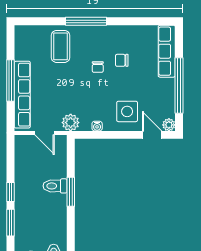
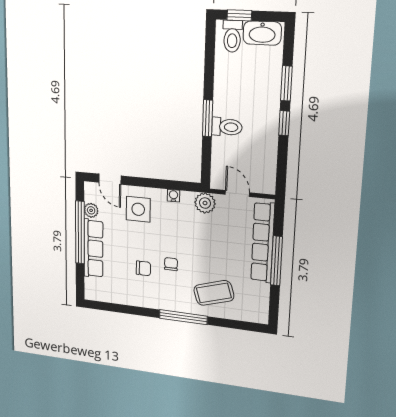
coffee table: (61, 46) -> (214, 293), turned 73
row of seats: (167, 51) -> (93, 248), moved
plant: (169, 125) -> (91, 210), moved

